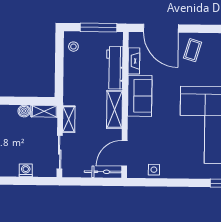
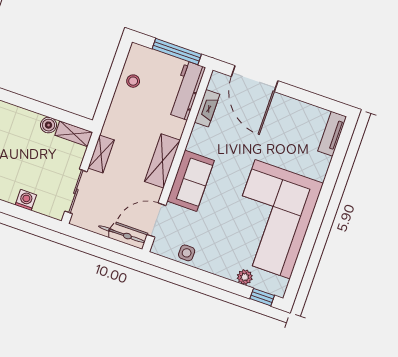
stool: (73, 47) -> (133, 81), moved
coffee table: (193, 50) -> (285, 119), removed
workbench: (115, 68) -> (187, 90), moved
sofa: (140, 96) -> (191, 181), moved
plant: (201, 173) -> (245, 277), added

